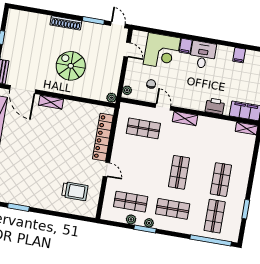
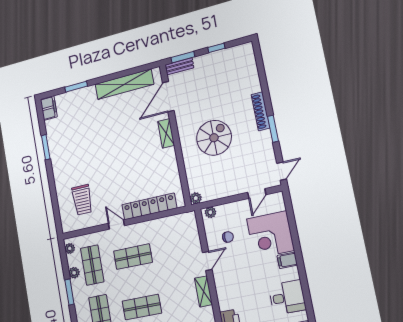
window: (93, 20) -> (273, 129), moved
desk: (203, 55) -> (287, 297), moved
shop shelf: (143, 128) -> (133, 257), moved, turned 90
door: (106, 169) -> (116, 225), swing flipped
plant: (149, 223) -> (70, 248), moved

